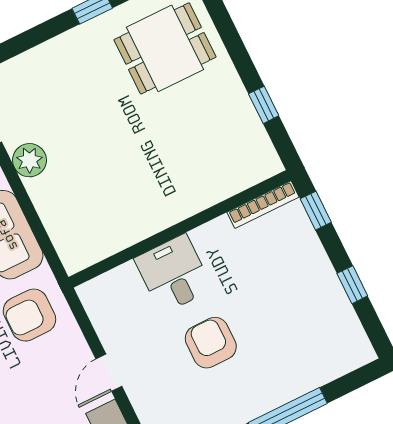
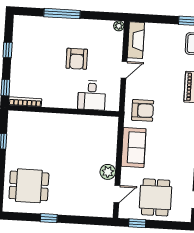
desk: (173, 274) -> (92, 95), moved

